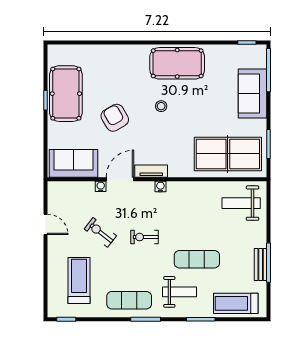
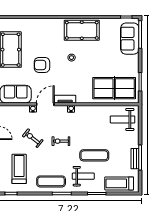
sofa: (252, 94) -> (130, 39), moved
armchair: (115, 118) -> (42, 65), turned -60

